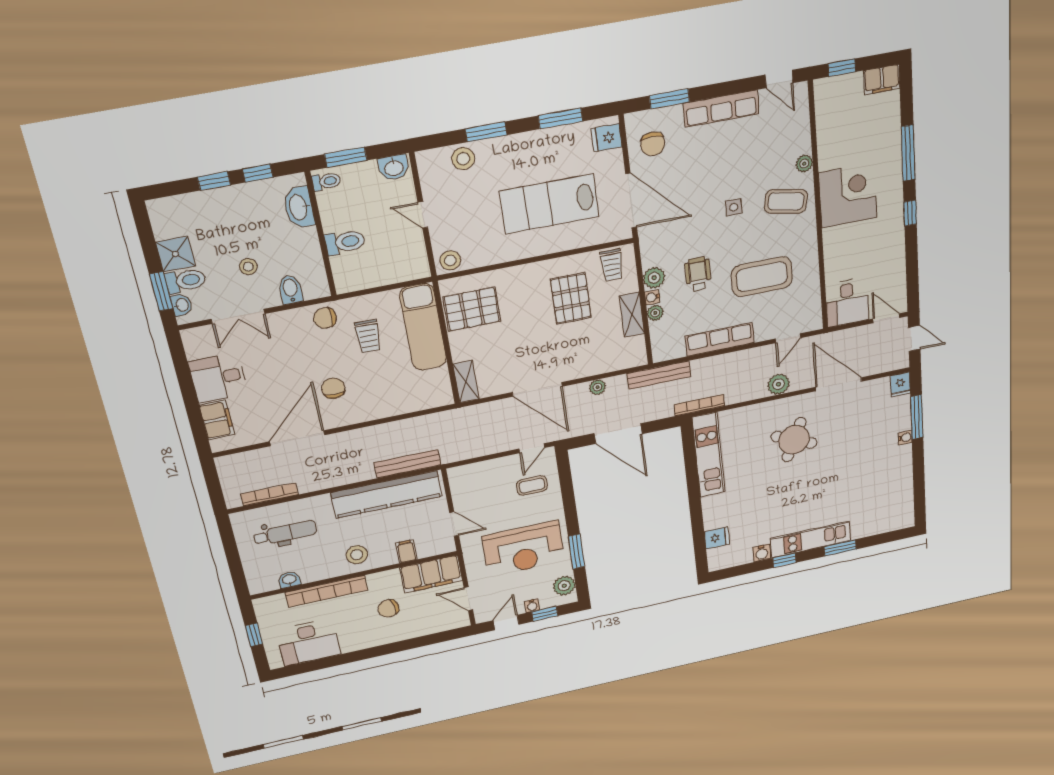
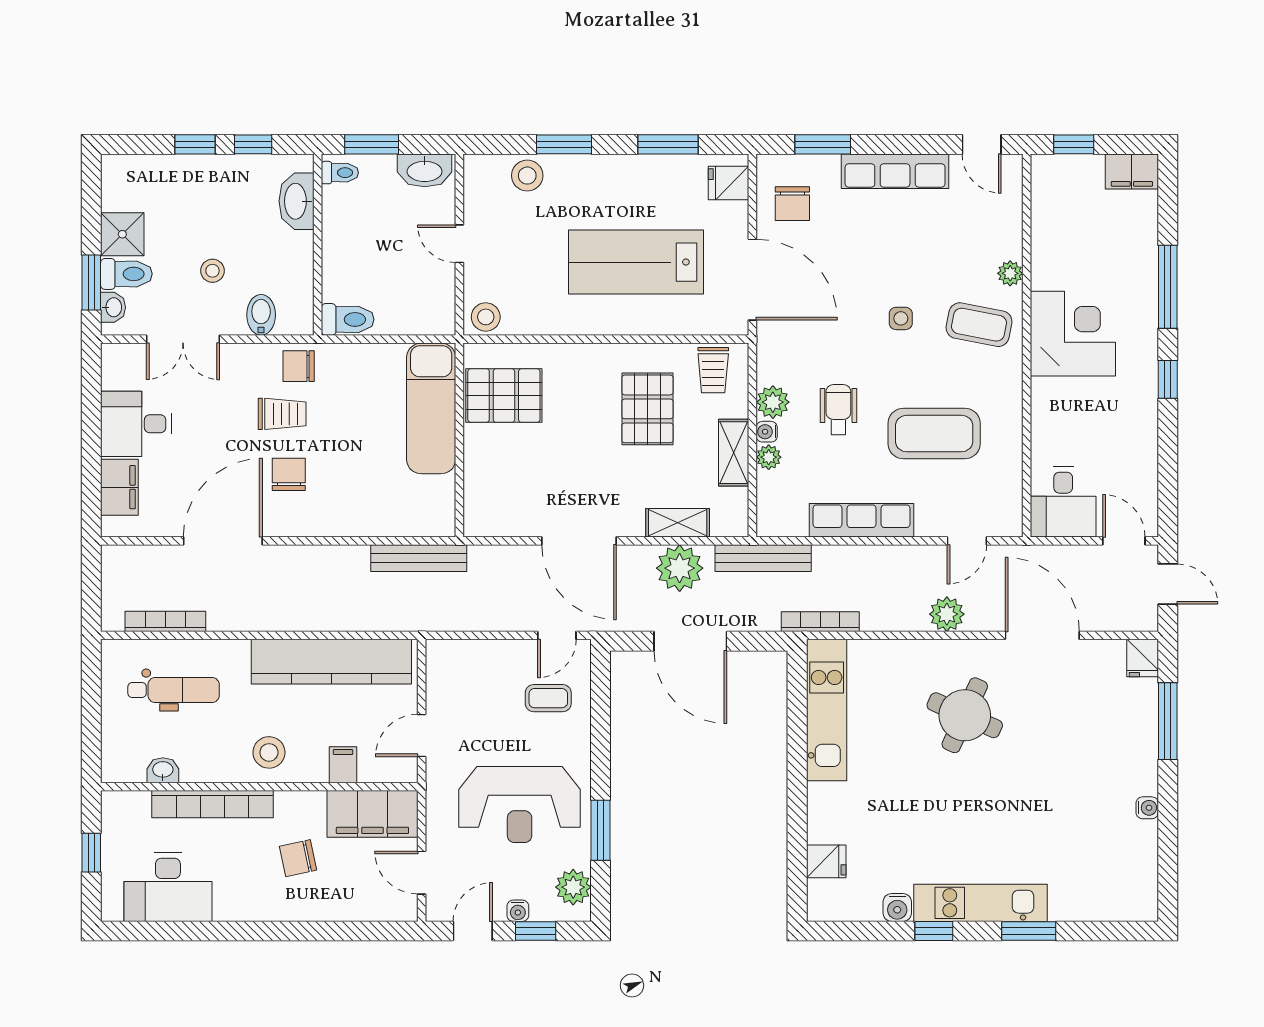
washbasin: (394, 168) -> (425, 170), width x1.38
toilet: (345, 242) -> (348, 319), moved
trolley: (368, 336) -> (282, 414), moved, turned -91
shelving: (466, 381) -> (678, 523), moved, turned 90
plant: (597, 387) -> (680, 568), width x1.88, depth x1.88
water cooler: (905, 438) -> (1147, 808), moved
bench: (408, 464) -> (419, 558), moved
door: (454, 524) -> (422, 736), swing flipped

